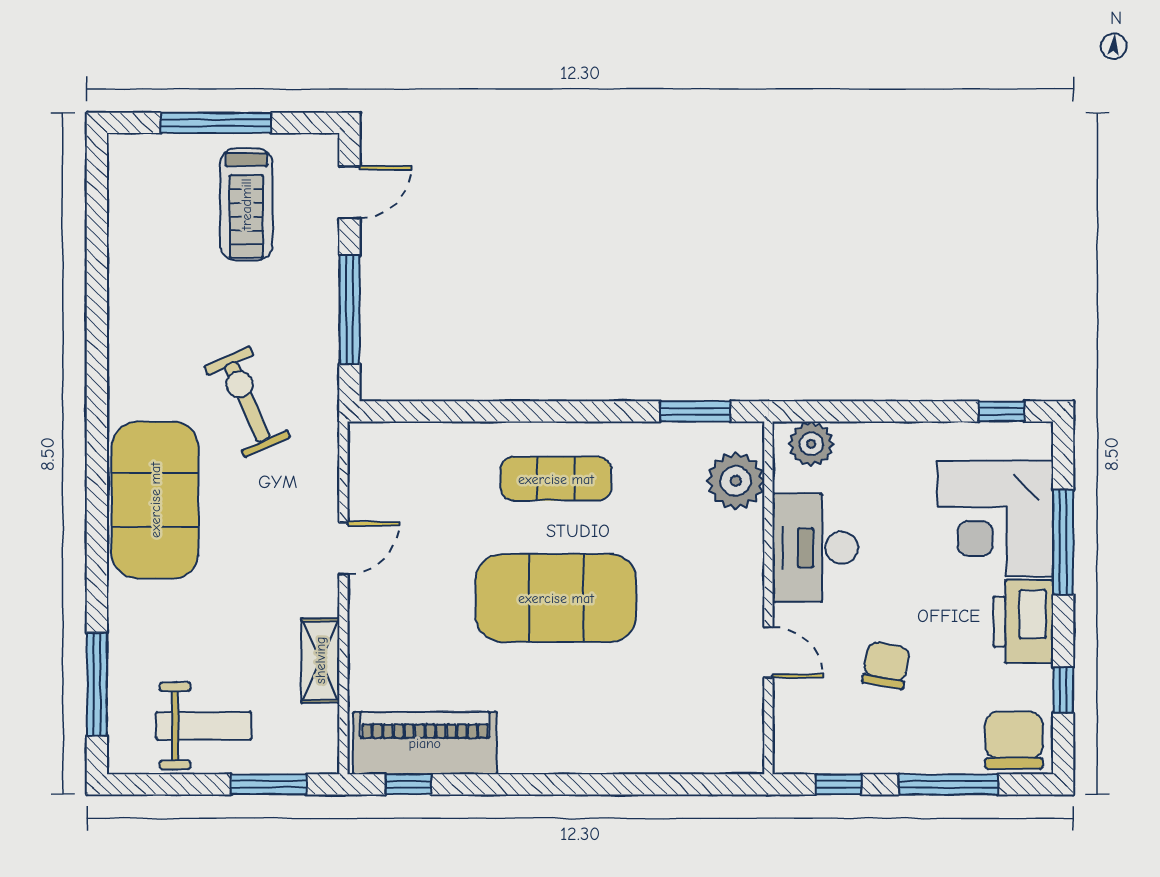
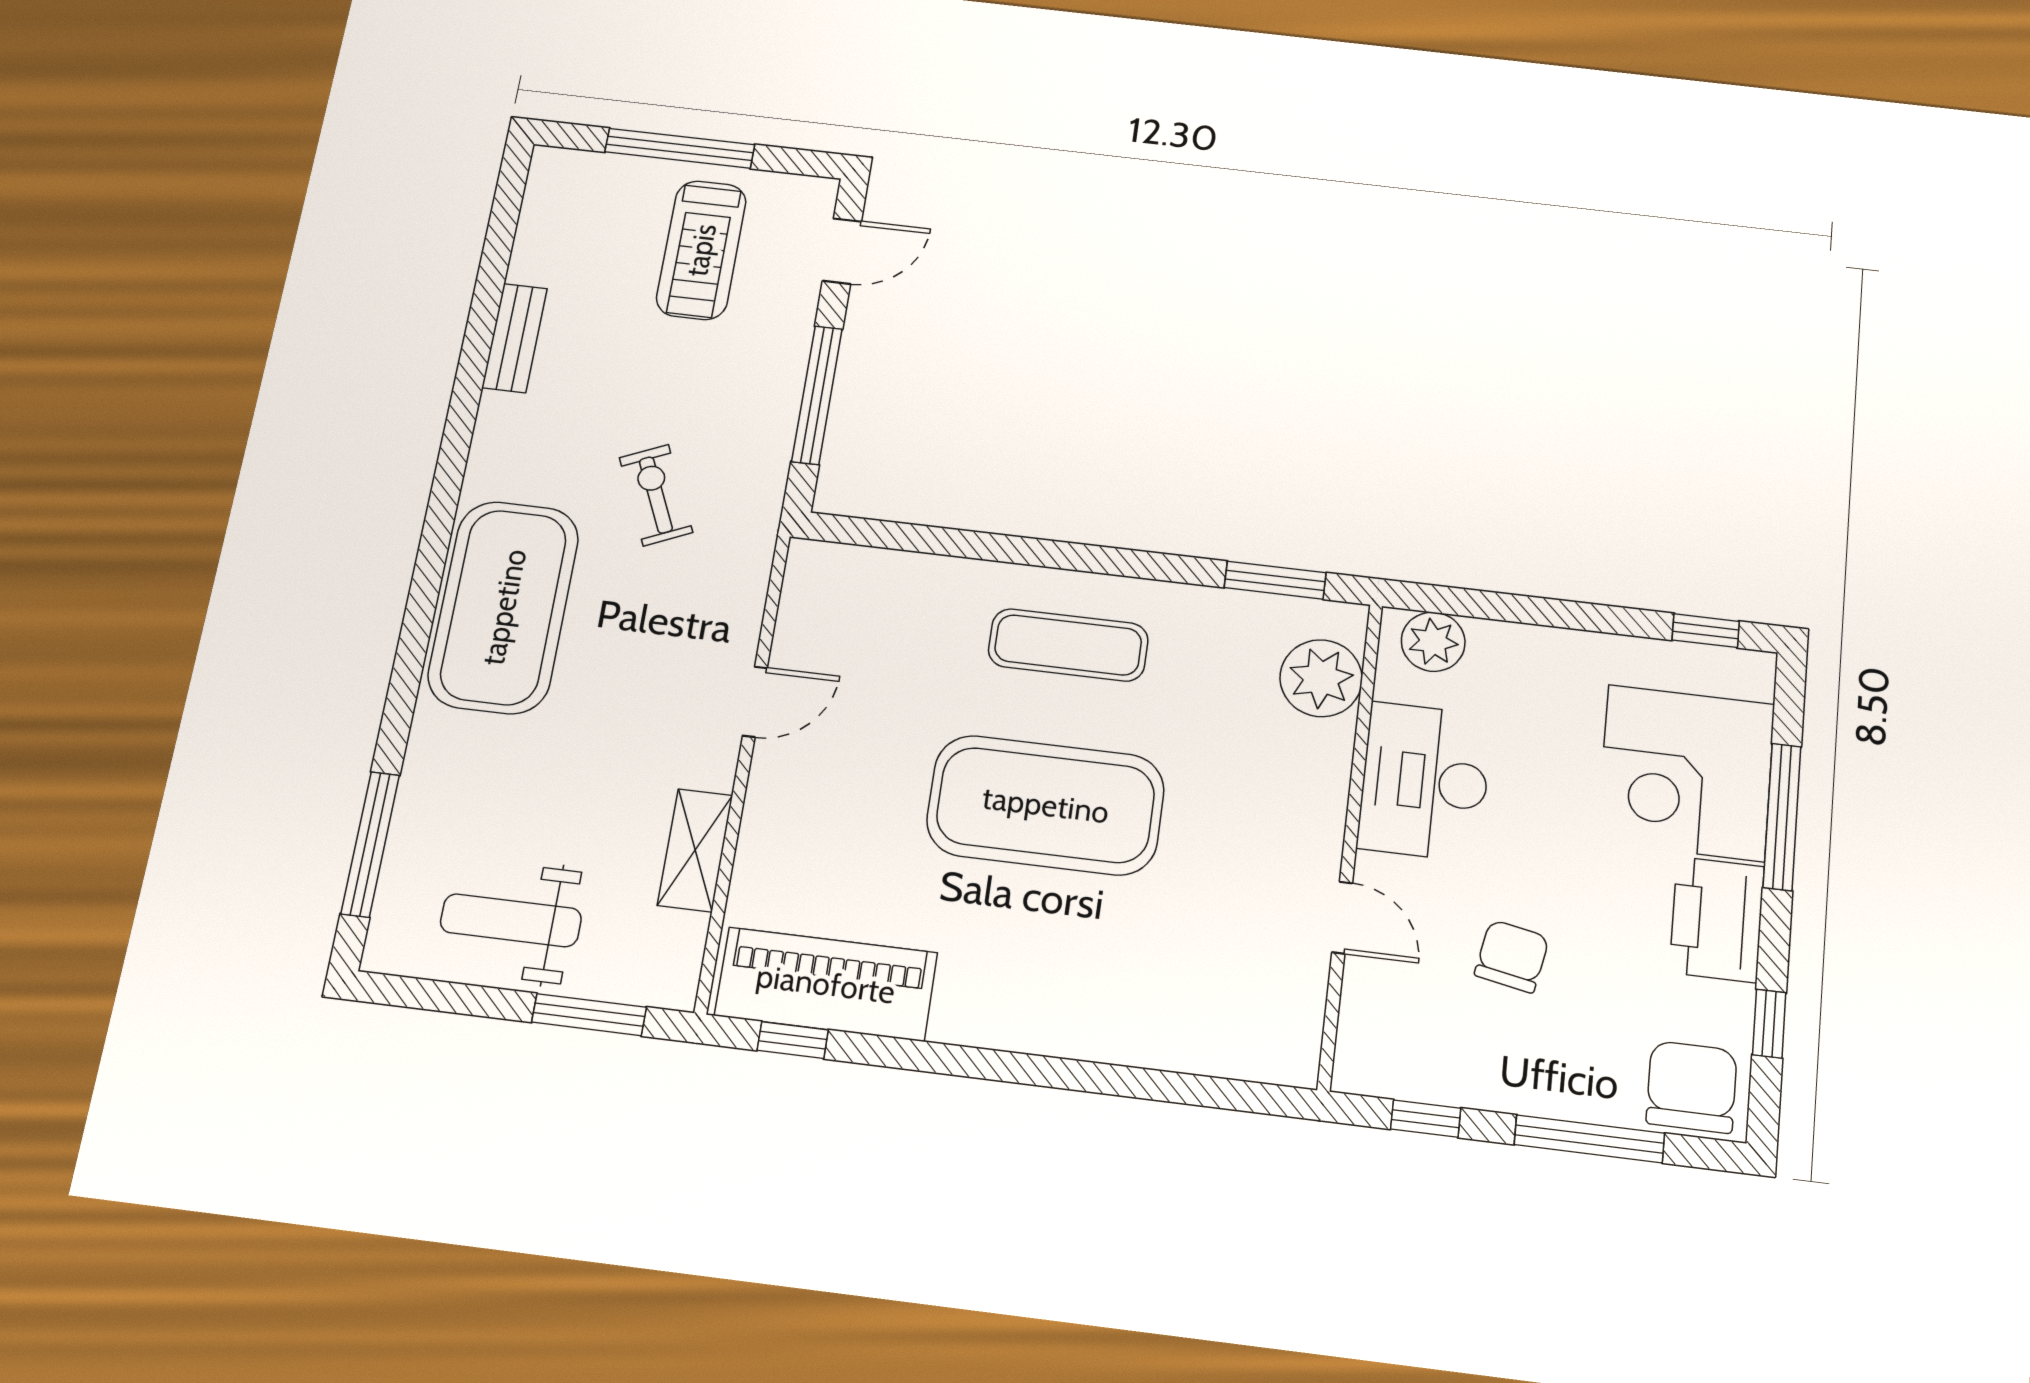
bench: (123, 292) -> (515, 338), added
exercise bike: (247, 402) -> (656, 495), width x0.73, depth x0.72
weight bench: (204, 726) -> (511, 920), turned 180

